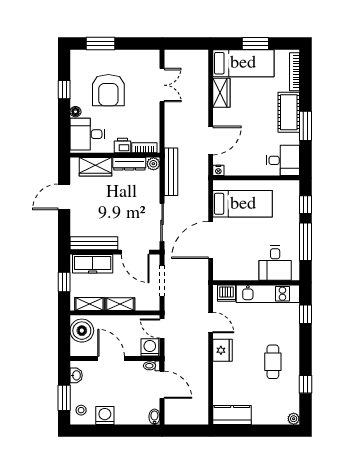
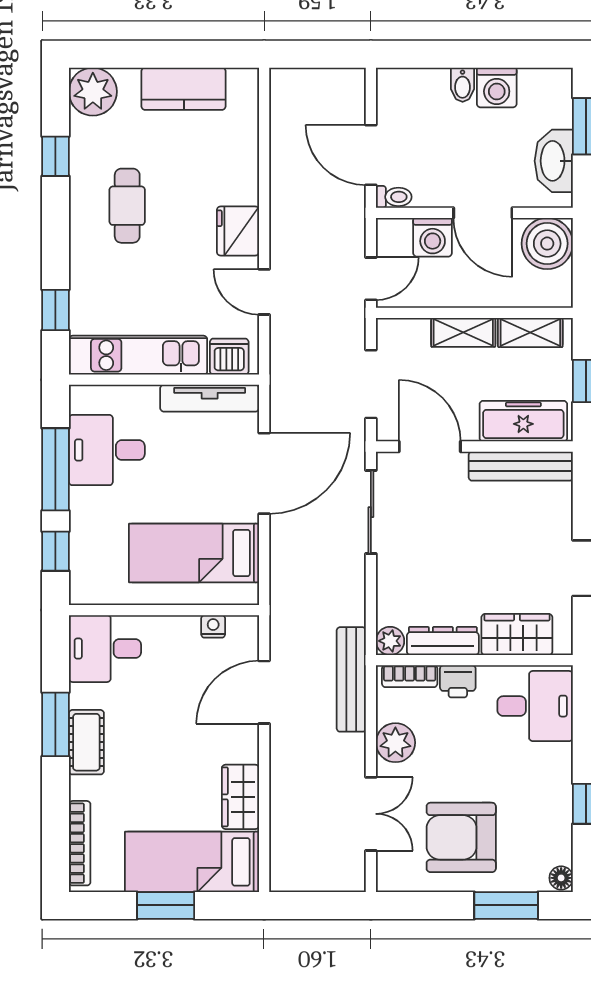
double door: (162, 85) -> (371, 814), swing flipped
armchair: (108, 90) -> (461, 837), moved, turned -90
floor lamp: (75, 112) -> (561, 878), moved
cot: (289, 112) -> (86, 742), width x0.73, depth x0.75
plant: (151, 117) -> (395, 743), added
nightstand: (218, 170) -> (213, 626), moved
bench: (171, 172) -> (351, 679), moved
desk: (275, 263) -> (107, 450), moved, turned -90
tv unit: (235, 274) -> (210, 398), added
door: (162, 329) -> (371, 279), hinge flipped
boiler: (82, 331) -> (547, 244), moved
washing machine: (150, 347) -> (433, 237), moved
washbasin: (76, 375) -> (554, 161), width x1.91, depth x1.45
stool: (81, 410) -> (549, 99), removed
kitchen counter: (232, 415) -> (184, 89), moved
bidet: (154, 417) -> (463, 85), moved
plant: (294, 419) -> (93, 92), width x1.88, depth x1.88

